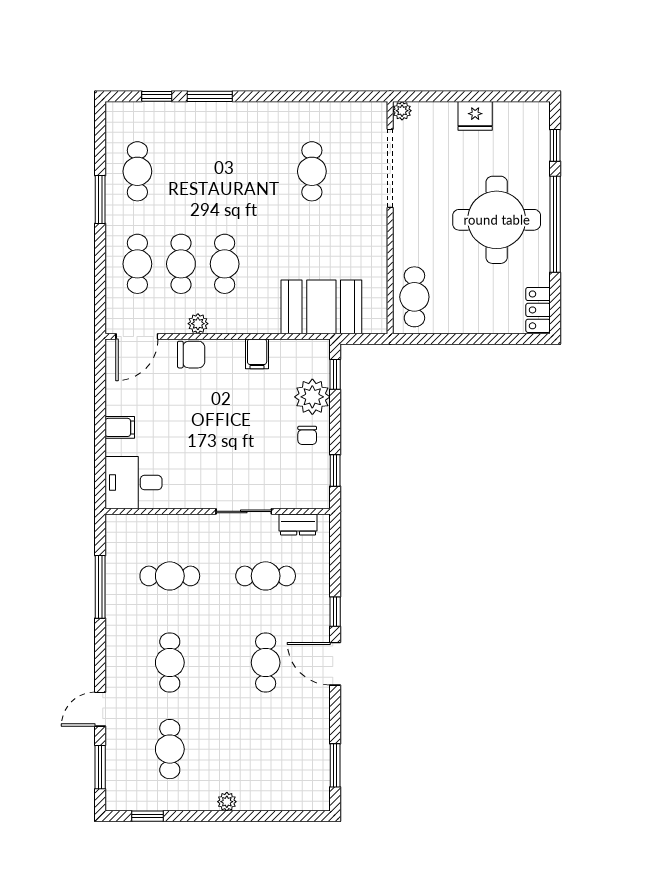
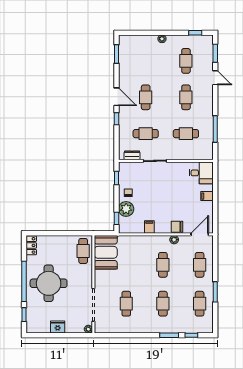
cafe table: (181, 264) -> (163, 304), moved
booth: (321, 307) -> (106, 252), moved, turned 90
door: (100, 709) -> (215, 78), hinge flipped

